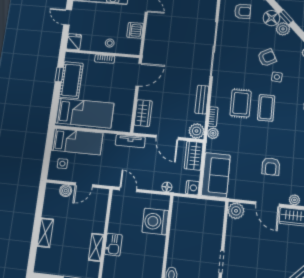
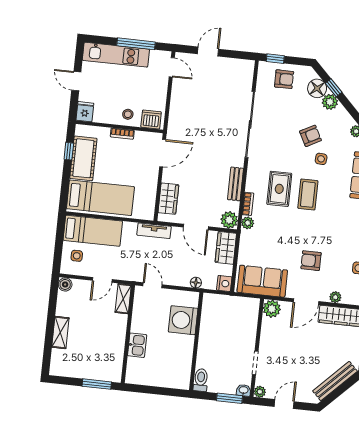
dishwasher: (135, 30) -> (151, 119), moved, turned 90
armchair: (271, 167) -> (311, 261), turned 90
sofa: (216, 175) -> (262, 281), moved, turned -90
boiler: (66, 191) -> (65, 284), moved
door: (267, 204) -> (306, 302), hinge flipped
shelving: (96, 247) -> (123, 299), moved

